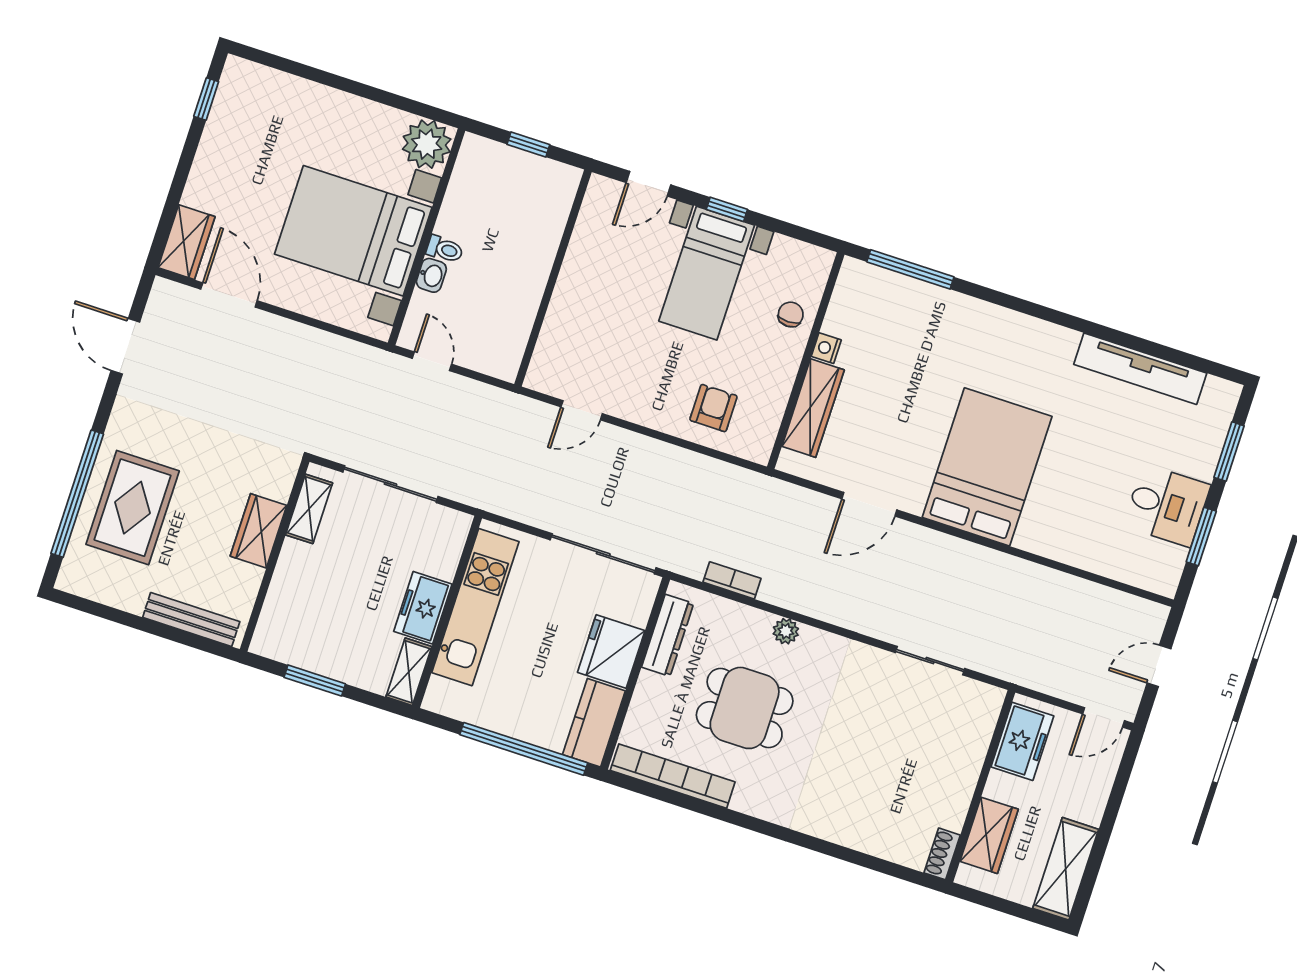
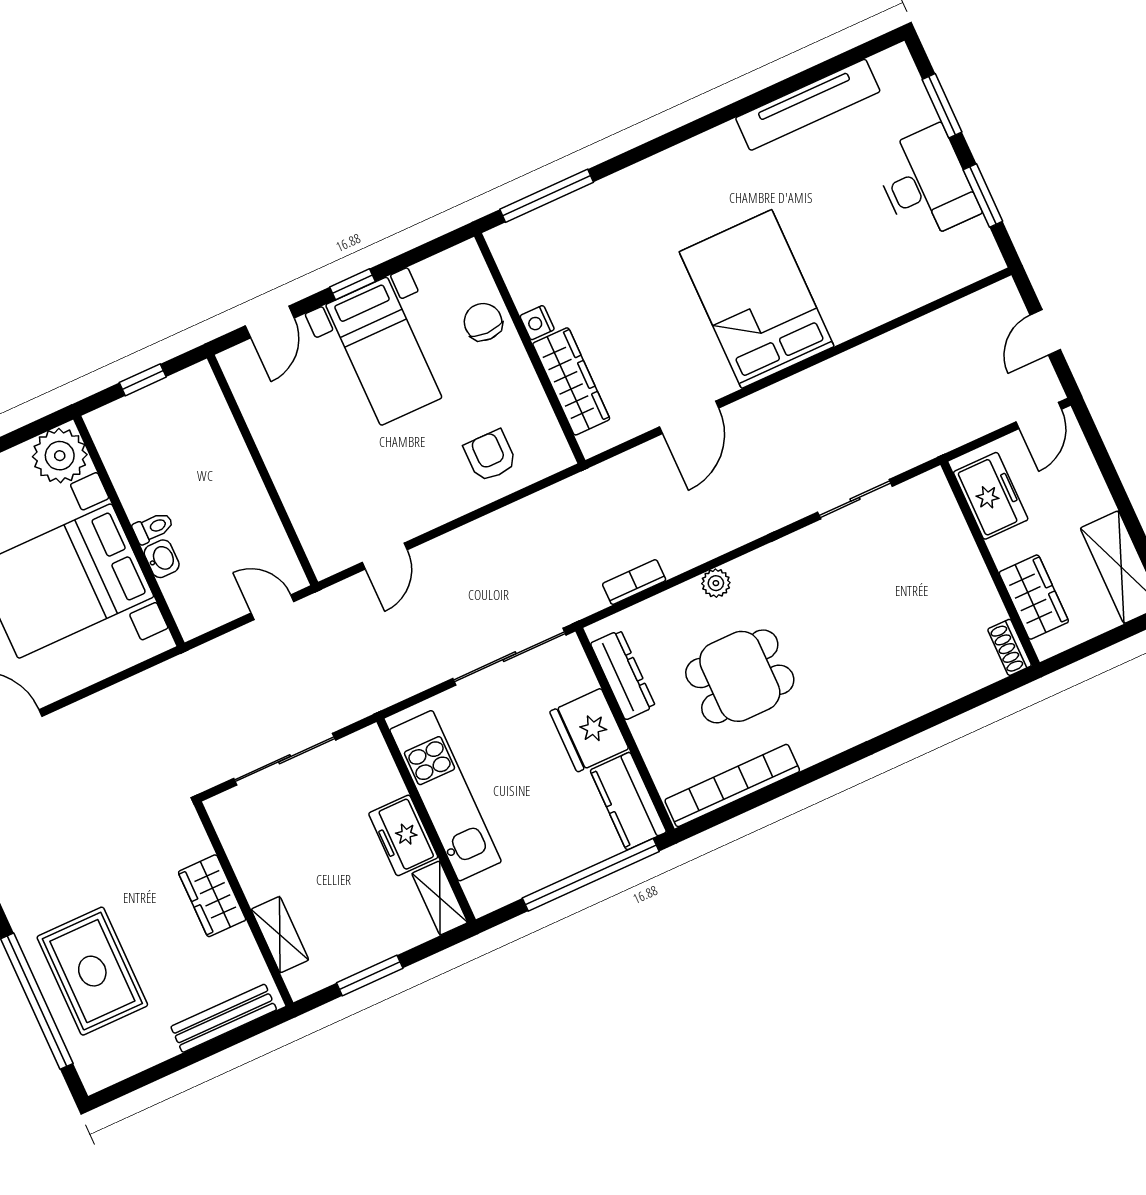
chair: (791, 314) -> (483, 322), width x1.37, depth x1.37
door: (432, 361) -> (273, 607), moved
desk: (1167, 505) -> (926, 184), width x1.37
shelving: (309, 509) -> (280, 935), moved

